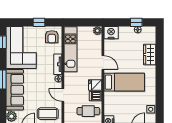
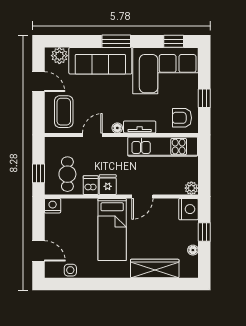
window: (136, 22) -> (204, 232), moved
wardrobe: (150, 54) -> (155, 269), width x1.50

